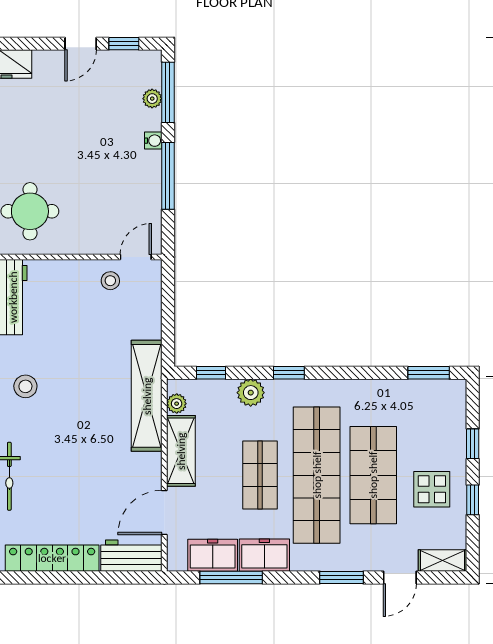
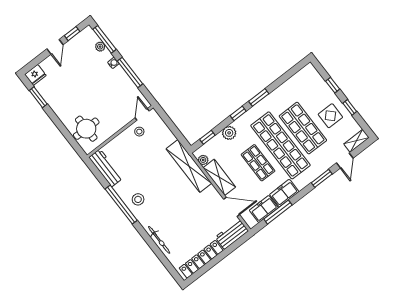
window: (429, 373) -> (259, 97), moved
door: (164, 512) -> (232, 207), swing flipped

